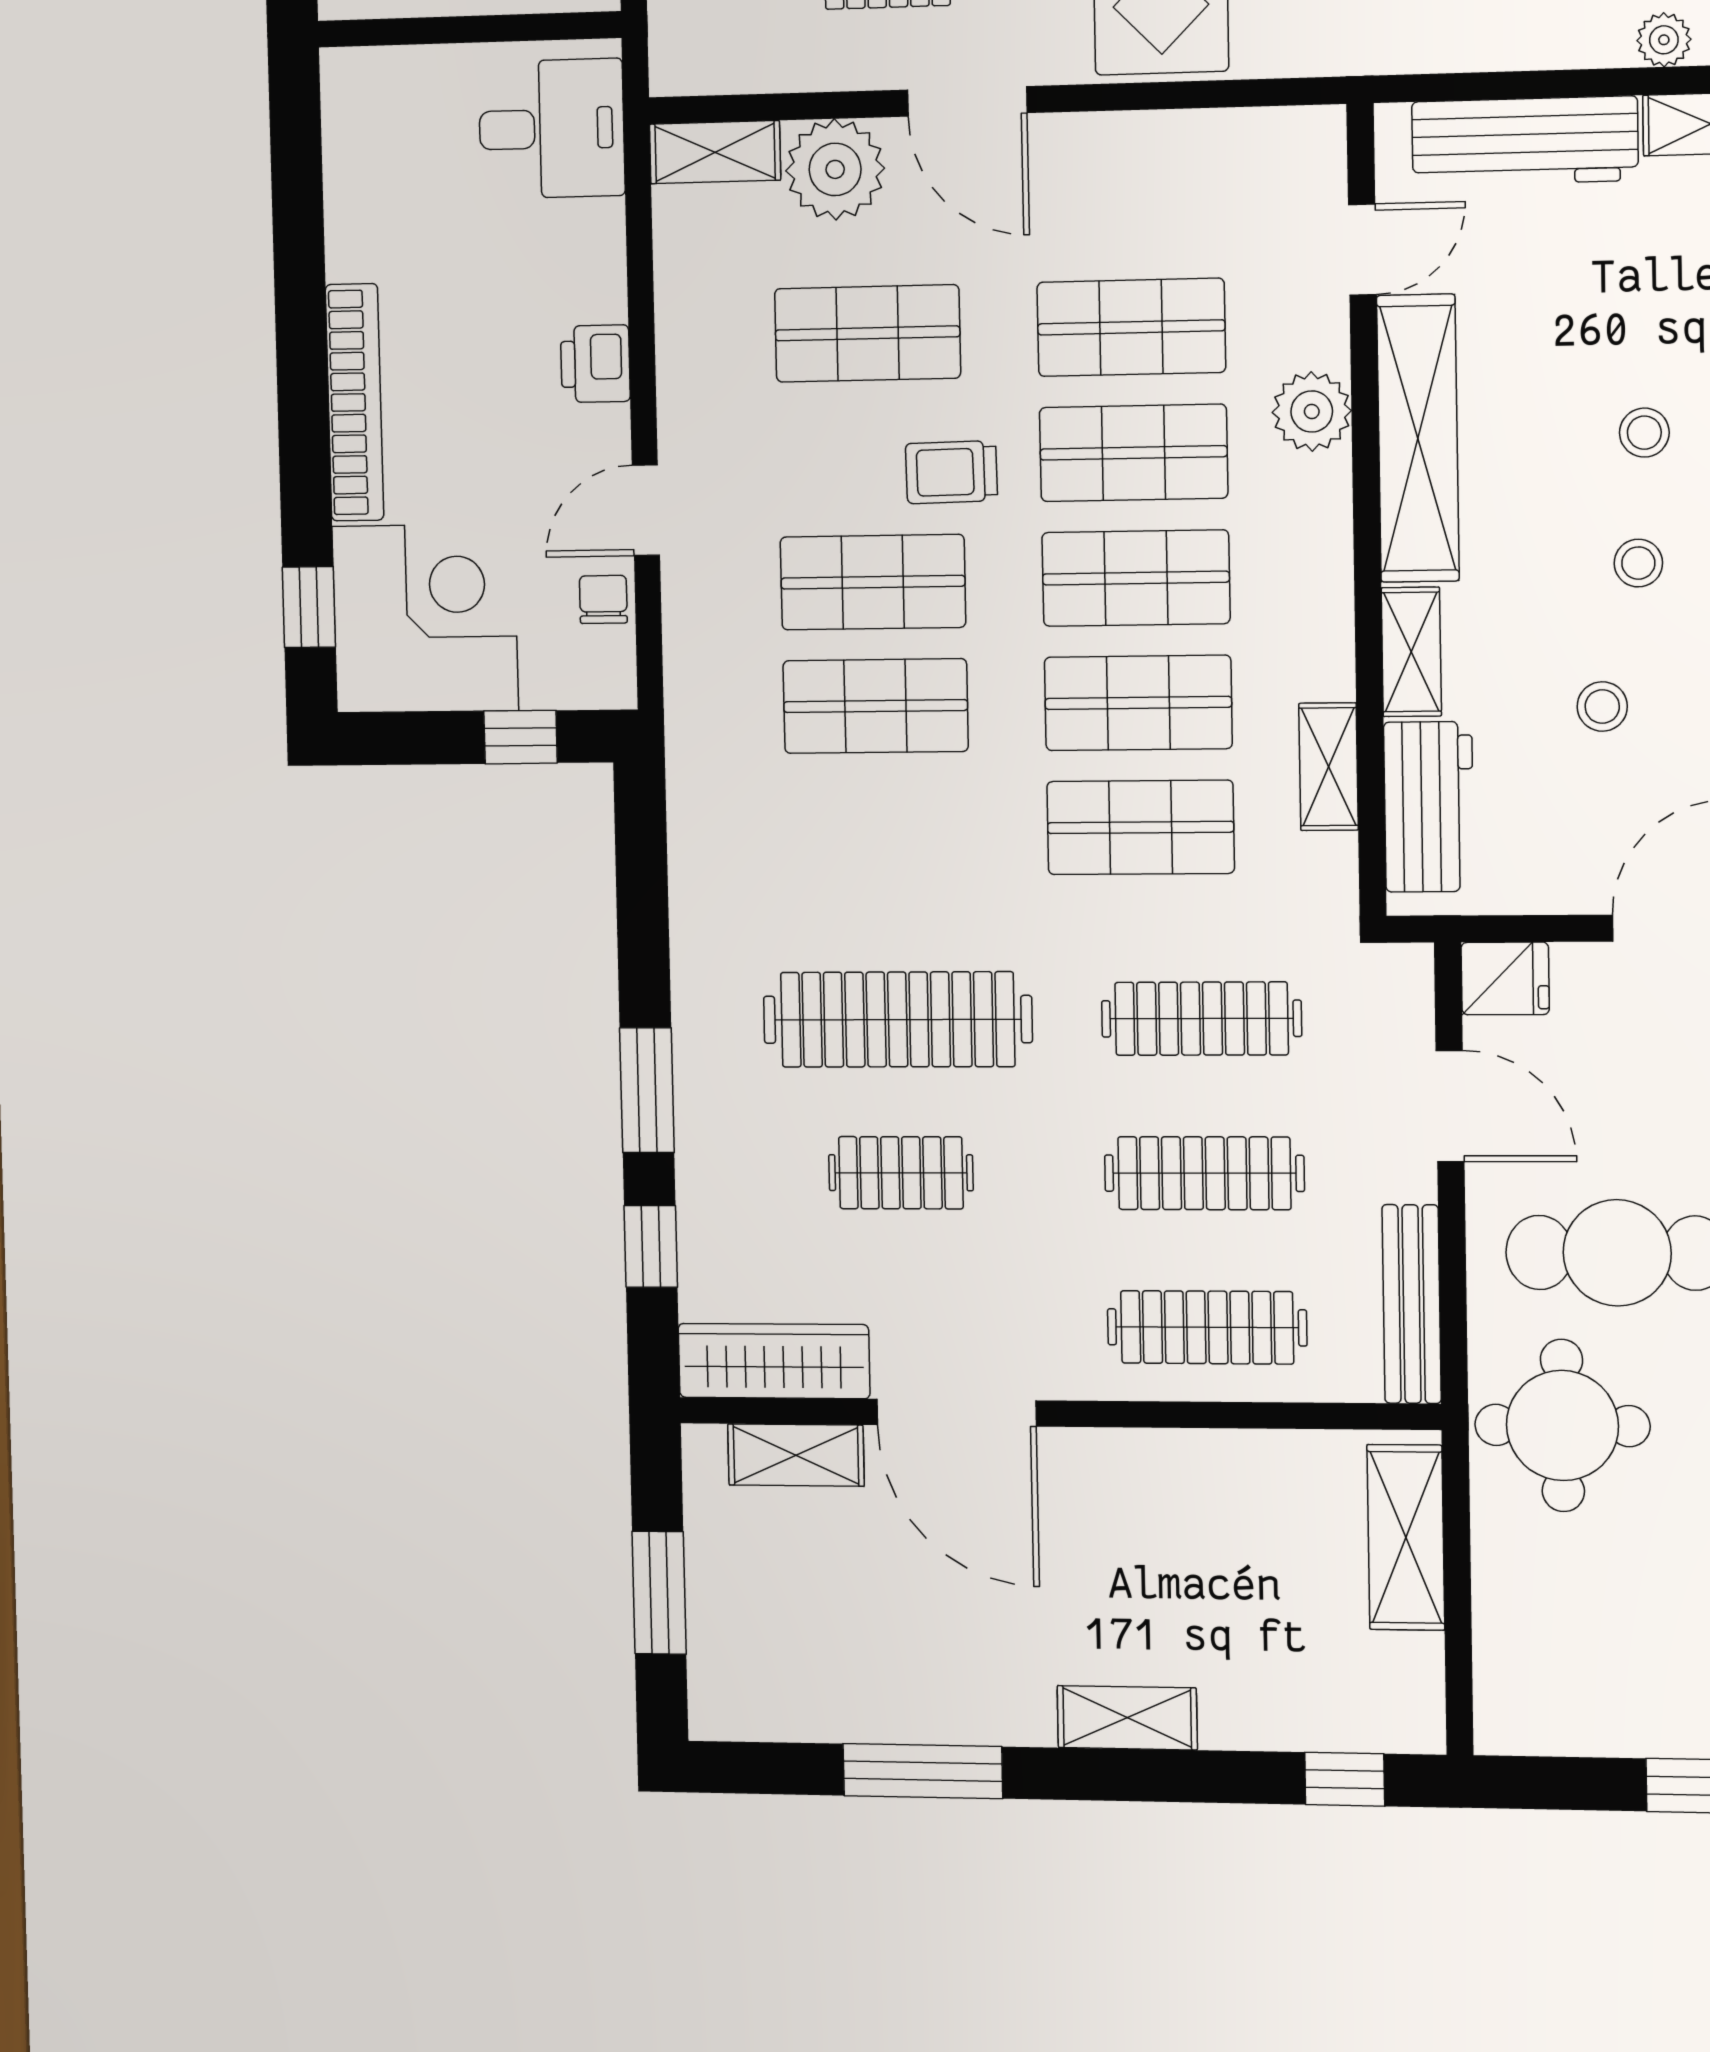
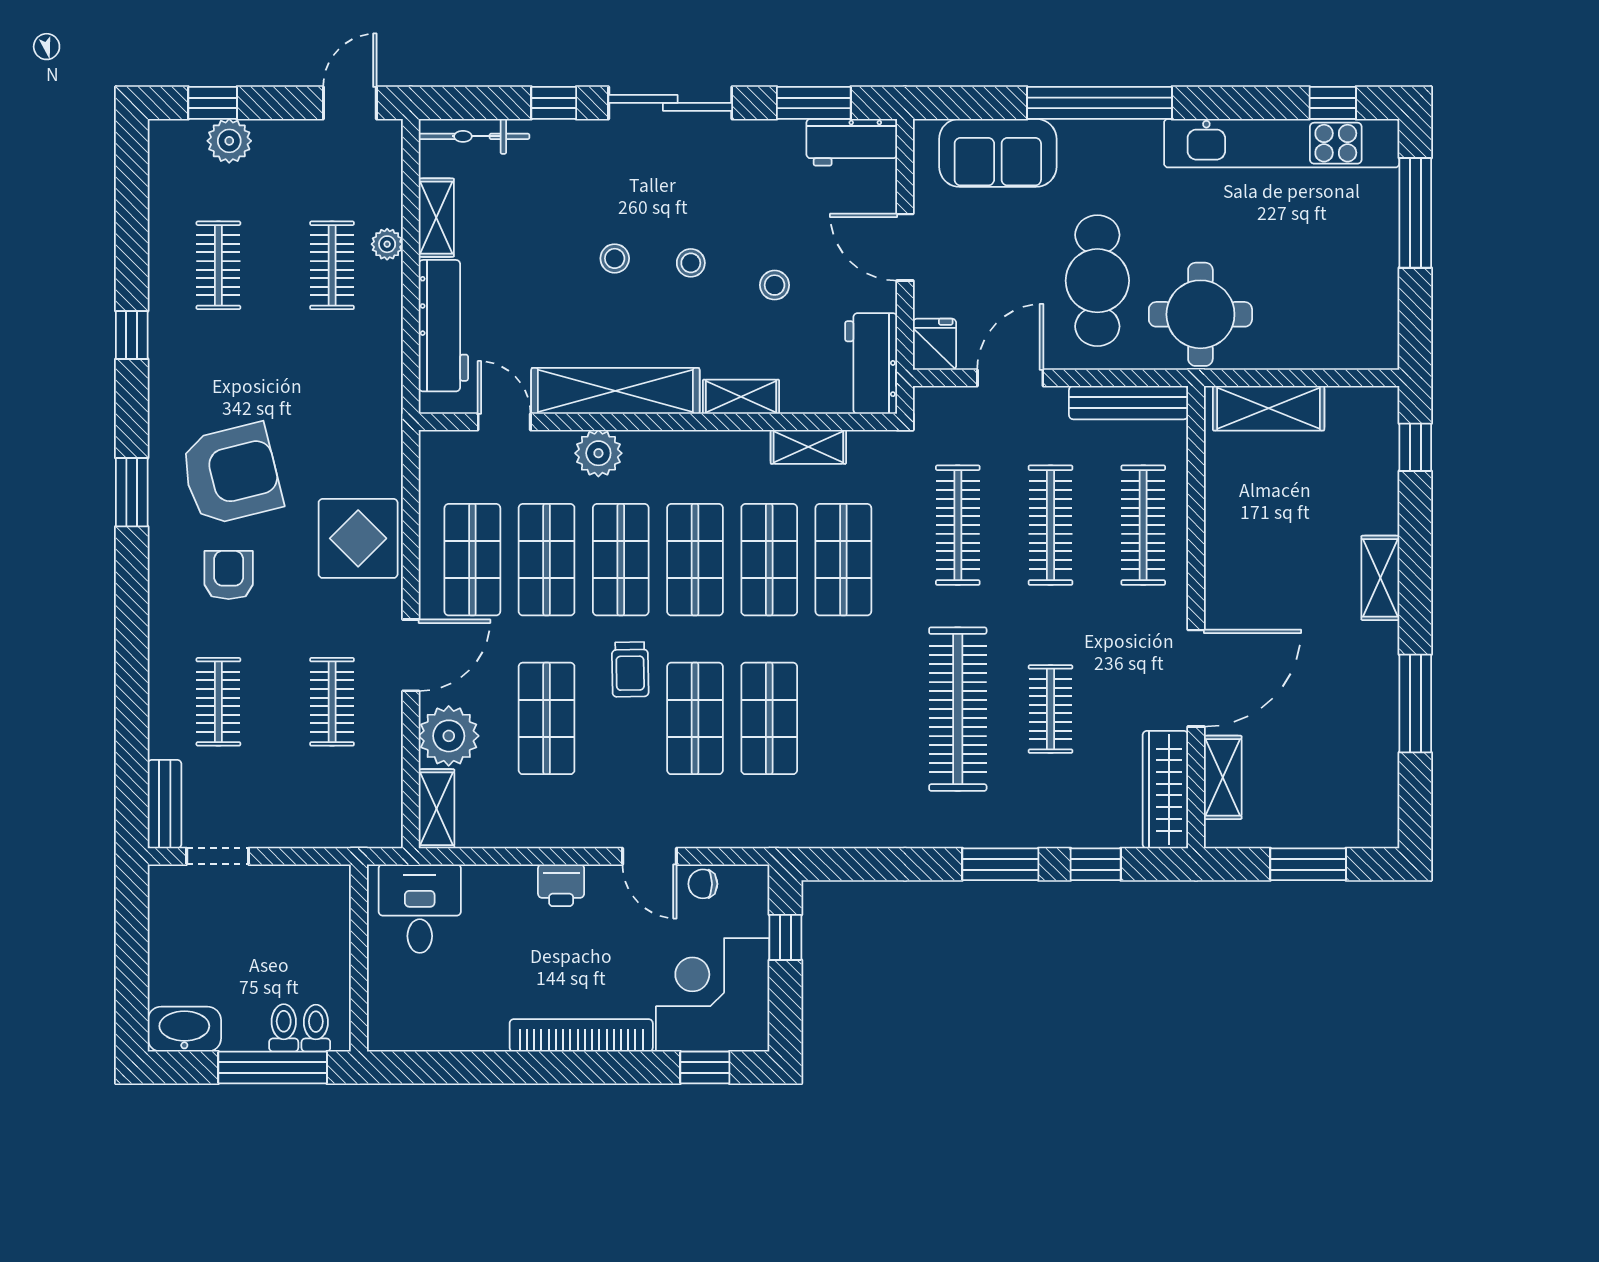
shop shelf: (1129, 201) -> (472, 560), added
workbench: (1429, 807) -> (871, 363), moved, turned -90

